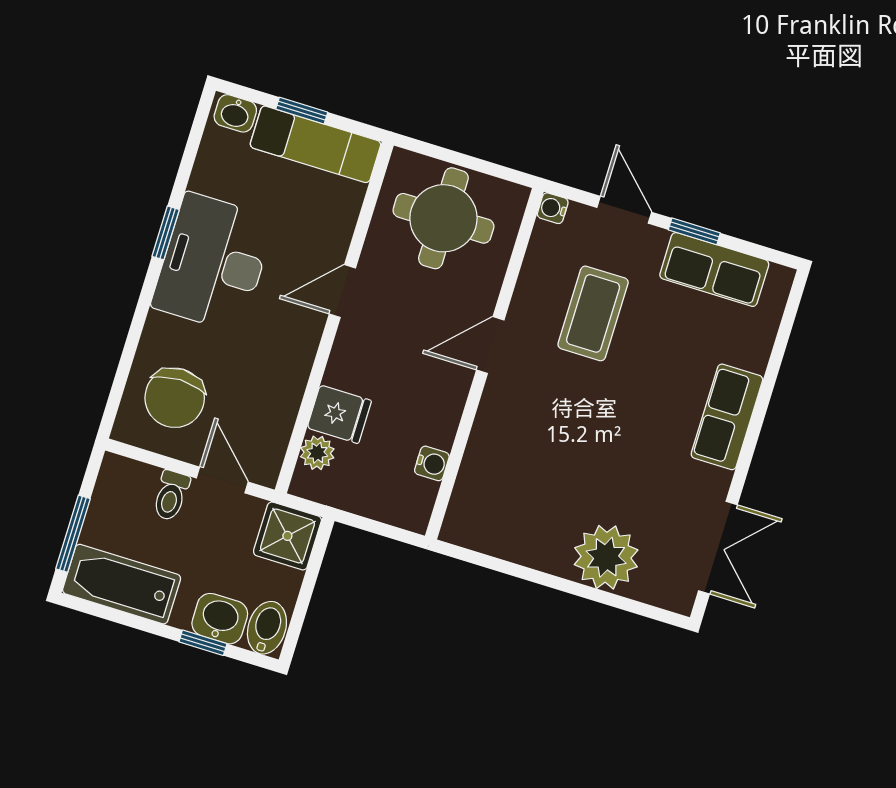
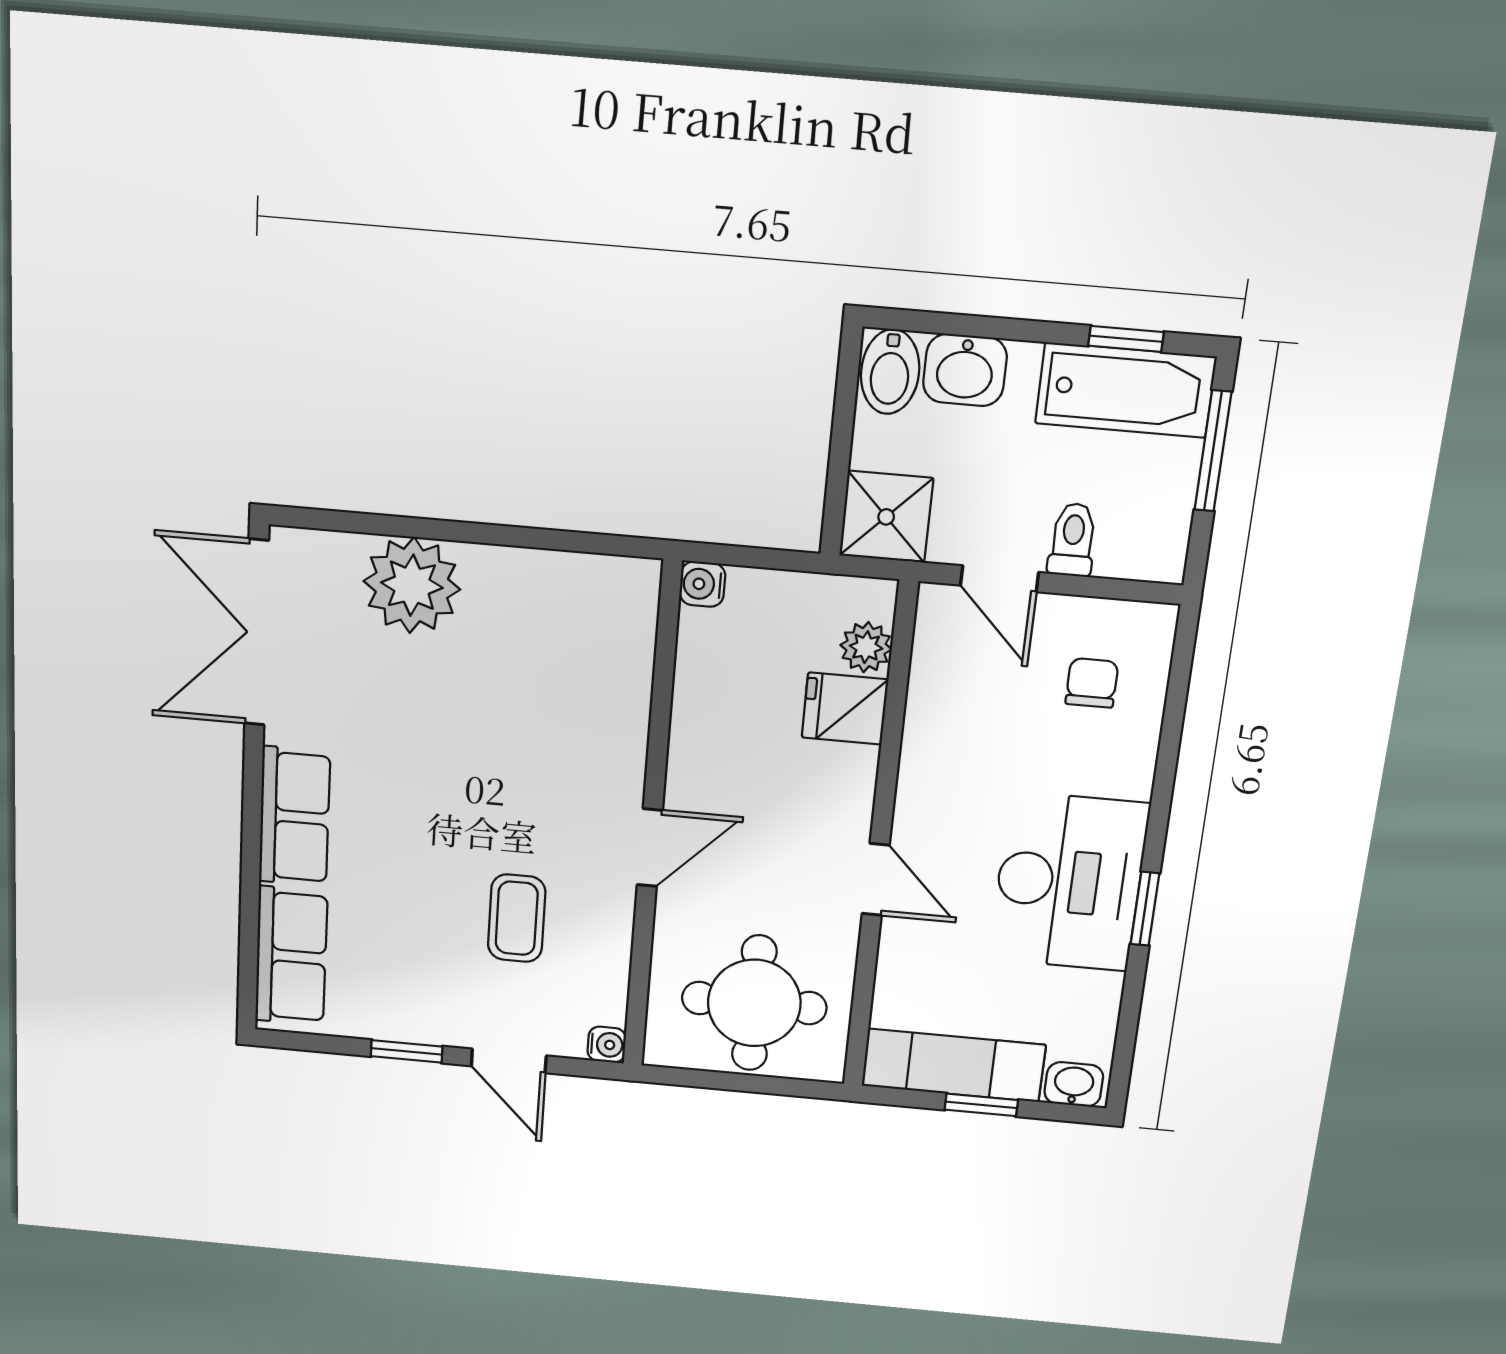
row of seats: (714, 269) -> (291, 956), moved, turned 90
door: (342, 291) -> (876, 879), hinge flipped
coffee table: (593, 313) -> (517, 918), width x0.73, depth x0.77
chair: (175, 398) -> (1092, 683), width x0.54, depth x0.54
water cooler: (432, 463) -> (702, 584), moved
double door: (718, 548) -> (257, 633), width x1.37
window: (203, 643) -> (1126, 339), moved

